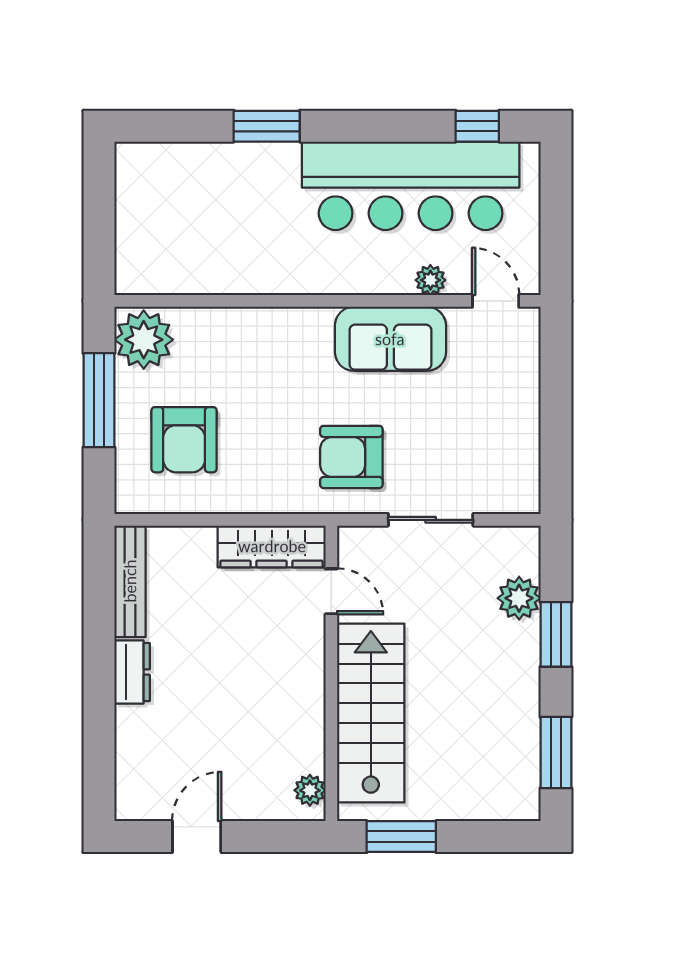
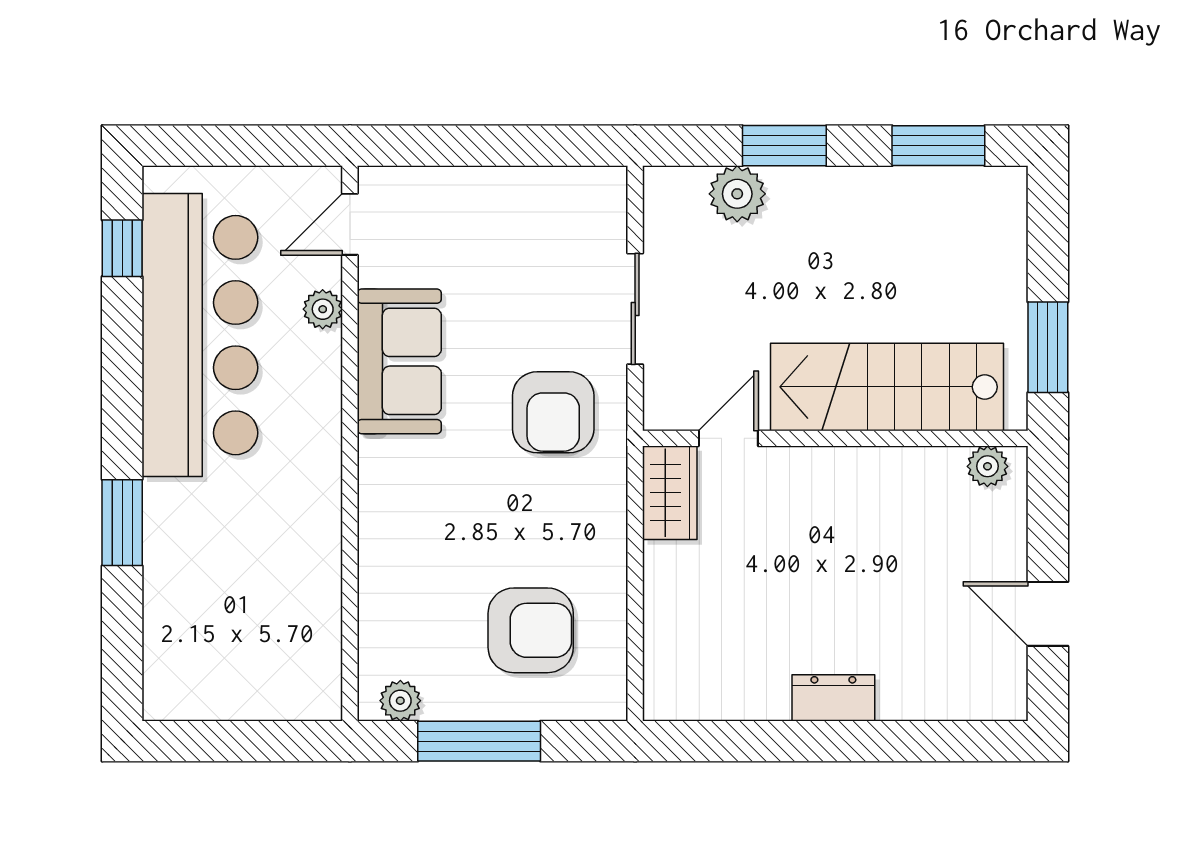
plant: (144, 340) -> (400, 701), width x0.53, depth x0.53
wardrobe: (272, 546) -> (670, 493), width x0.67
bench: (130, 581) -> (715, 701), removed

